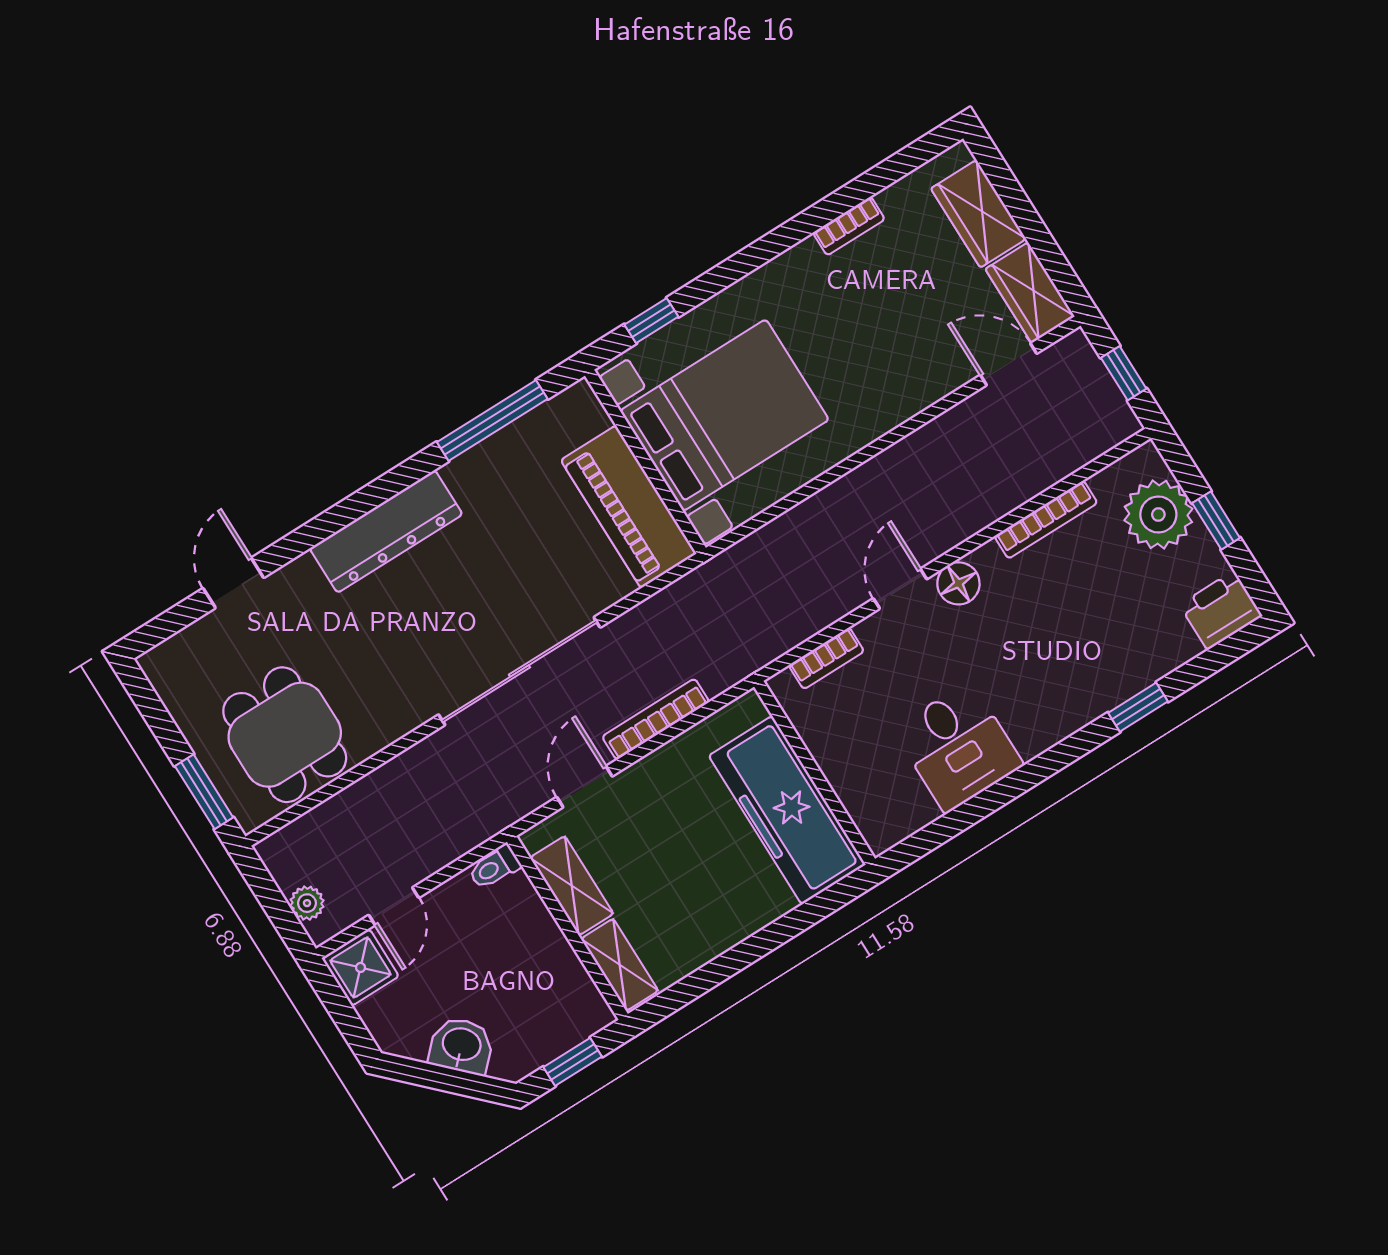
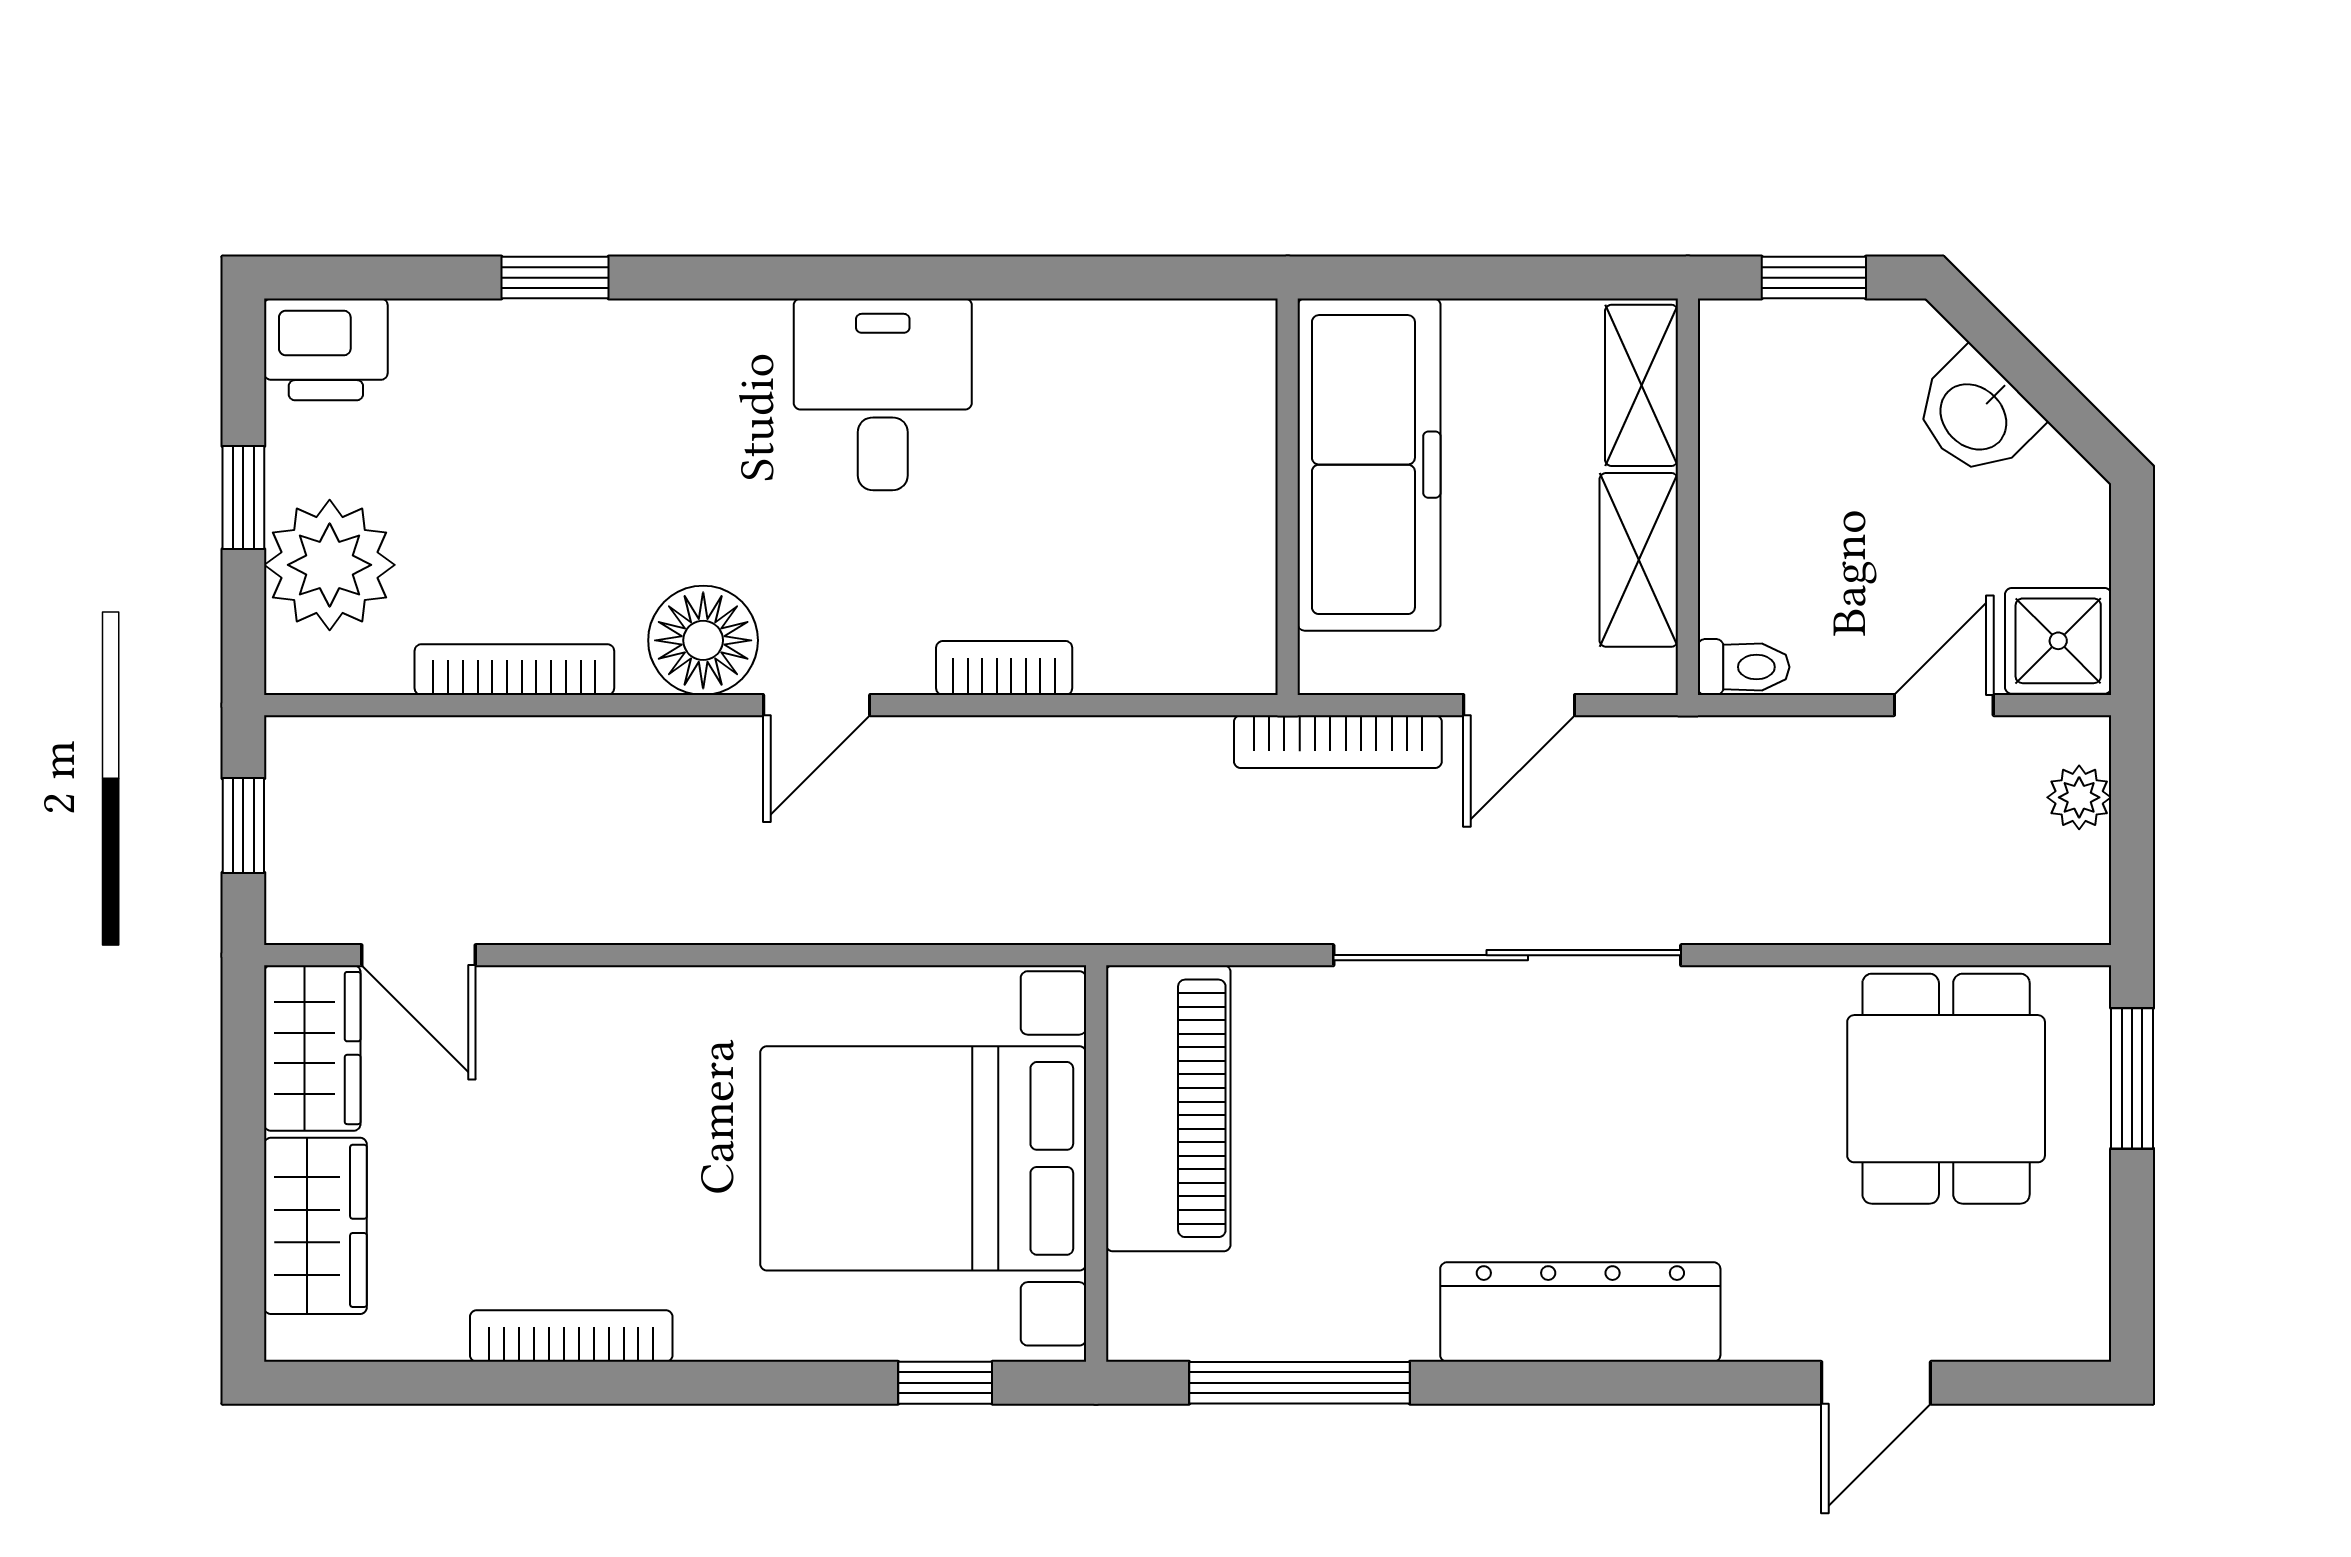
bookcase: (849, 226) -> (571, 1336), width x1.56
floor lamp: (958, 583) -> (703, 640), width x1.38, depth x1.38
wall: (815, 773) -> (1288, 497), moved
freezer: (787, 810) -> (1369, 465), moved

